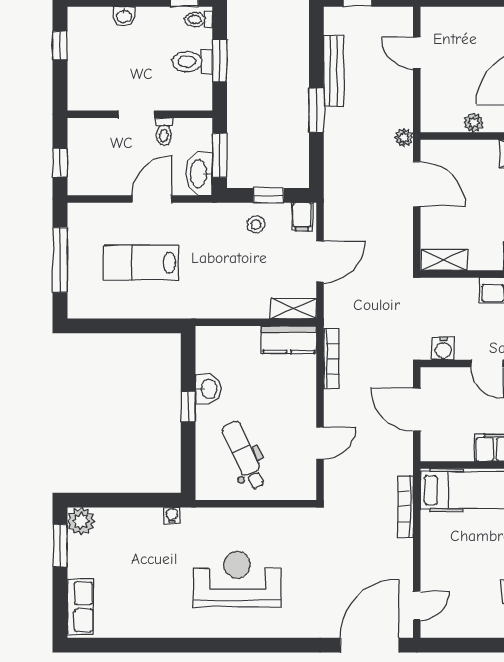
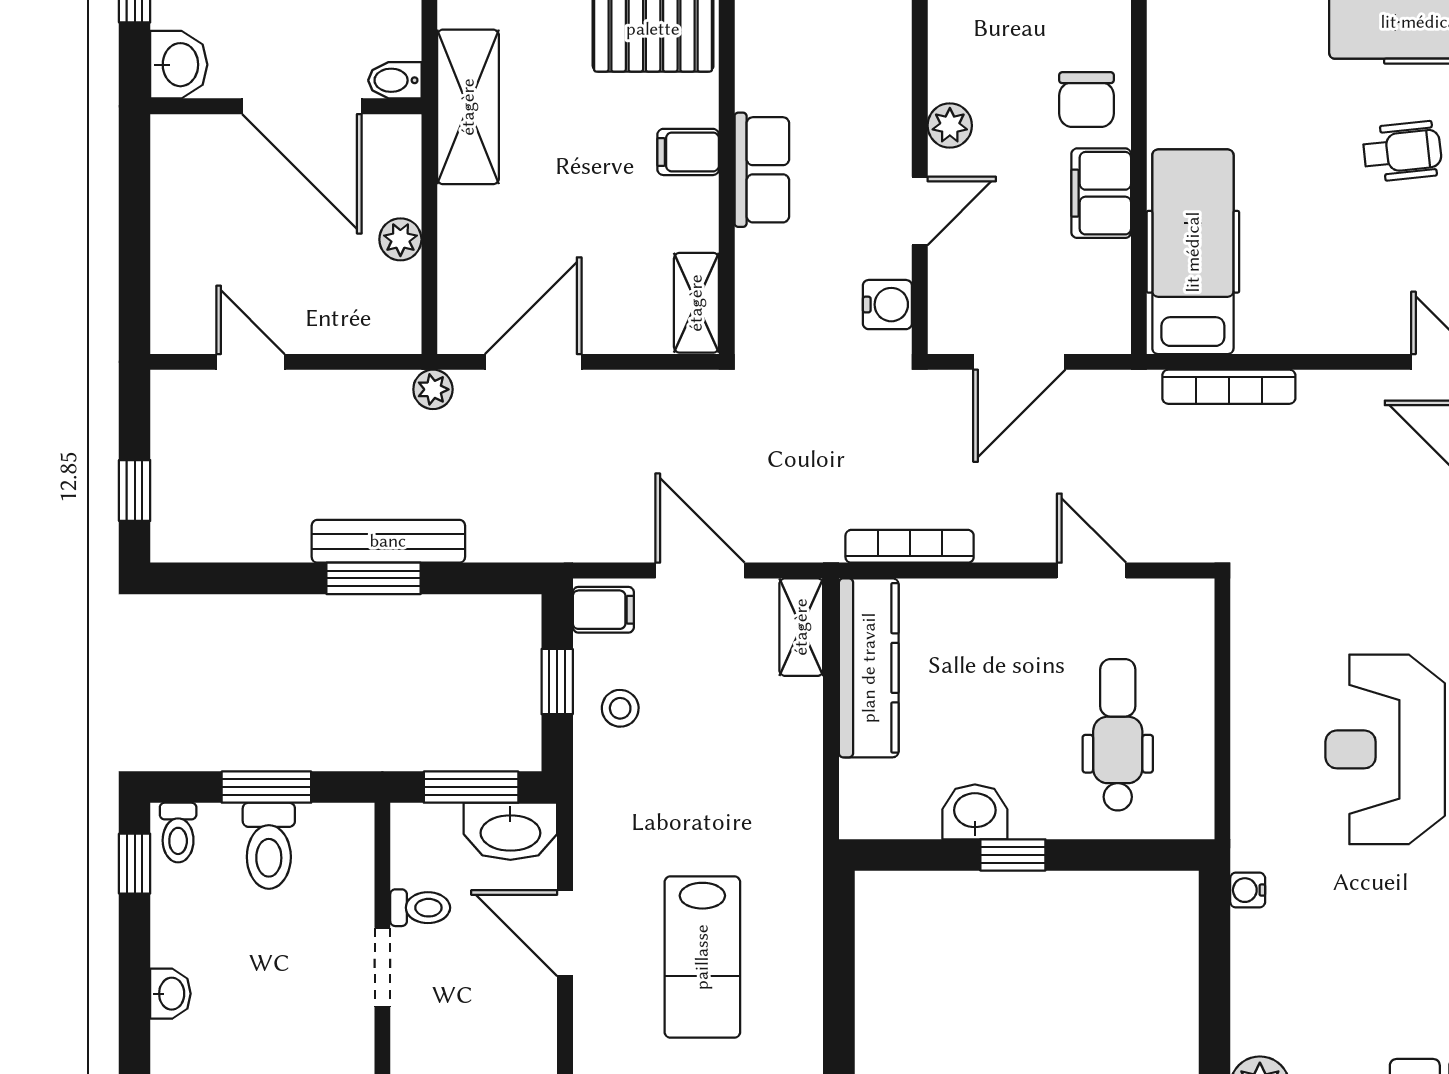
door: (417, 53) -> (250, 362), swing flipped
bench: (334, 71) -> (388, 541), moved
kitchen counter: (289, 340) -> (869, 668), width x1.50
dental chair: (244, 455) -> (1118, 735), turned 115

